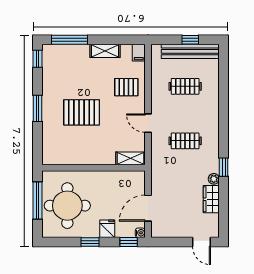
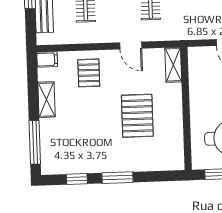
window: (37, 59) -> (77, 179), moved
pallet: (82, 112) -> (137, 116), moved
door: (148, 123) -> (131, 45), hinge flipped

